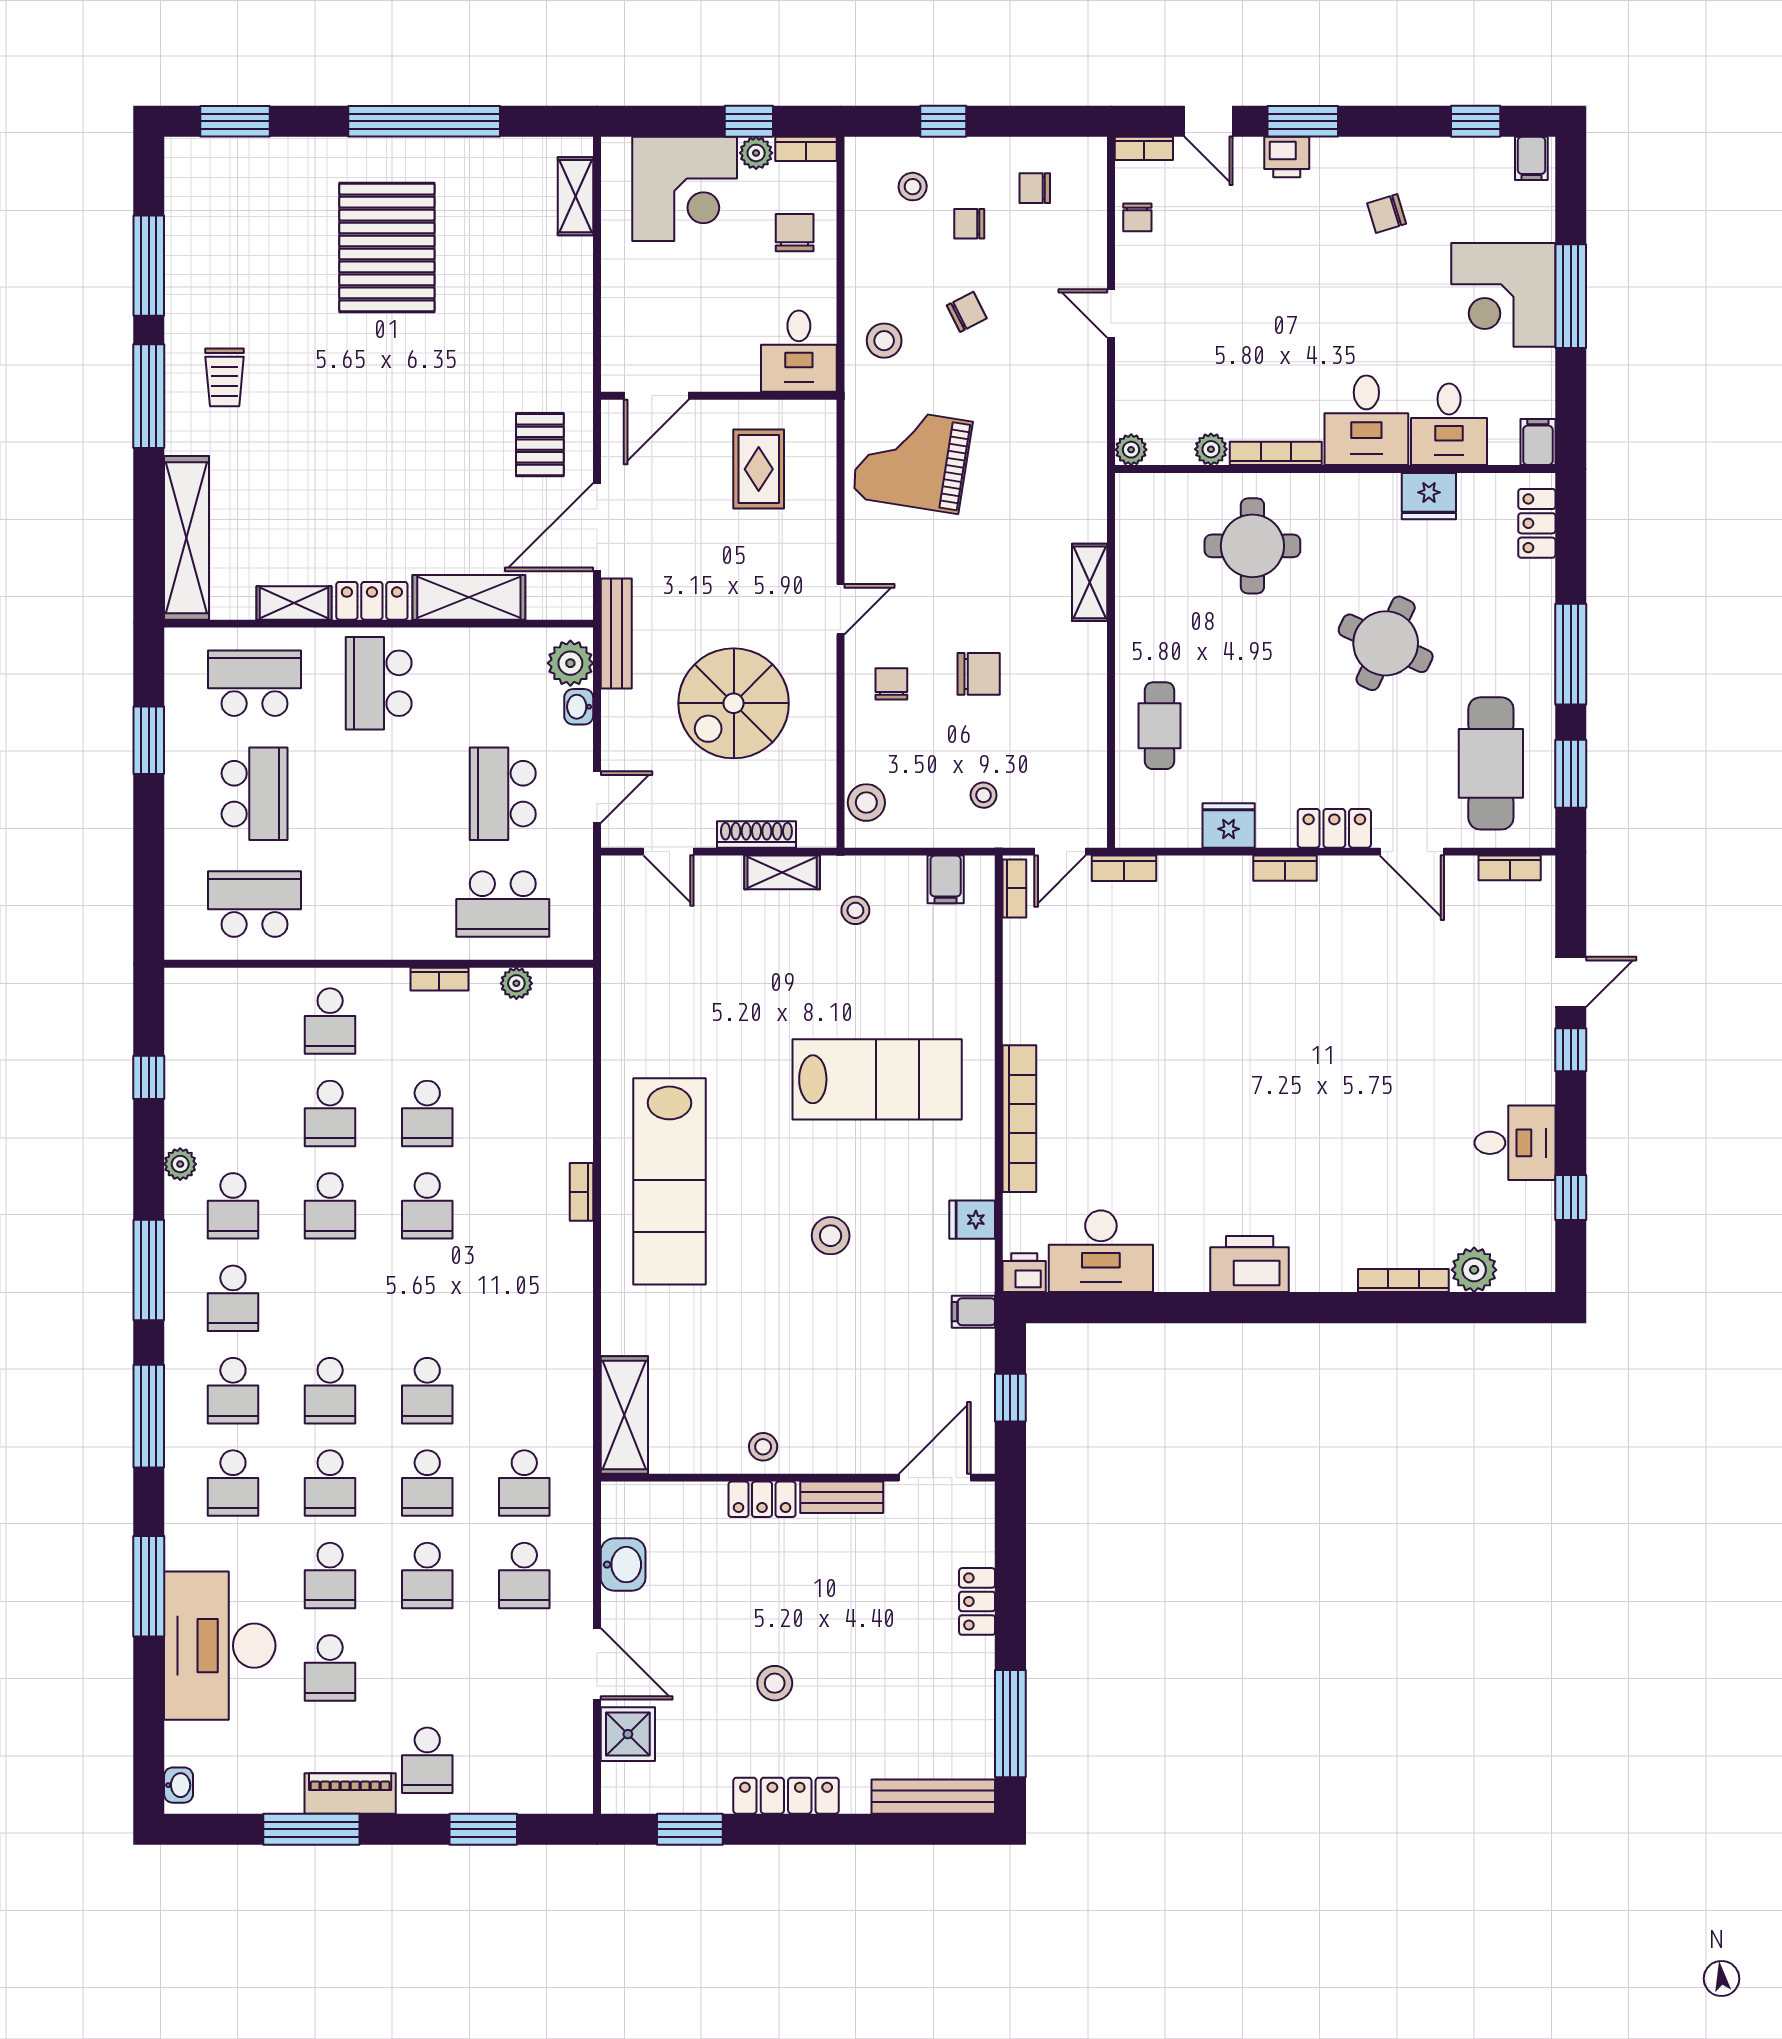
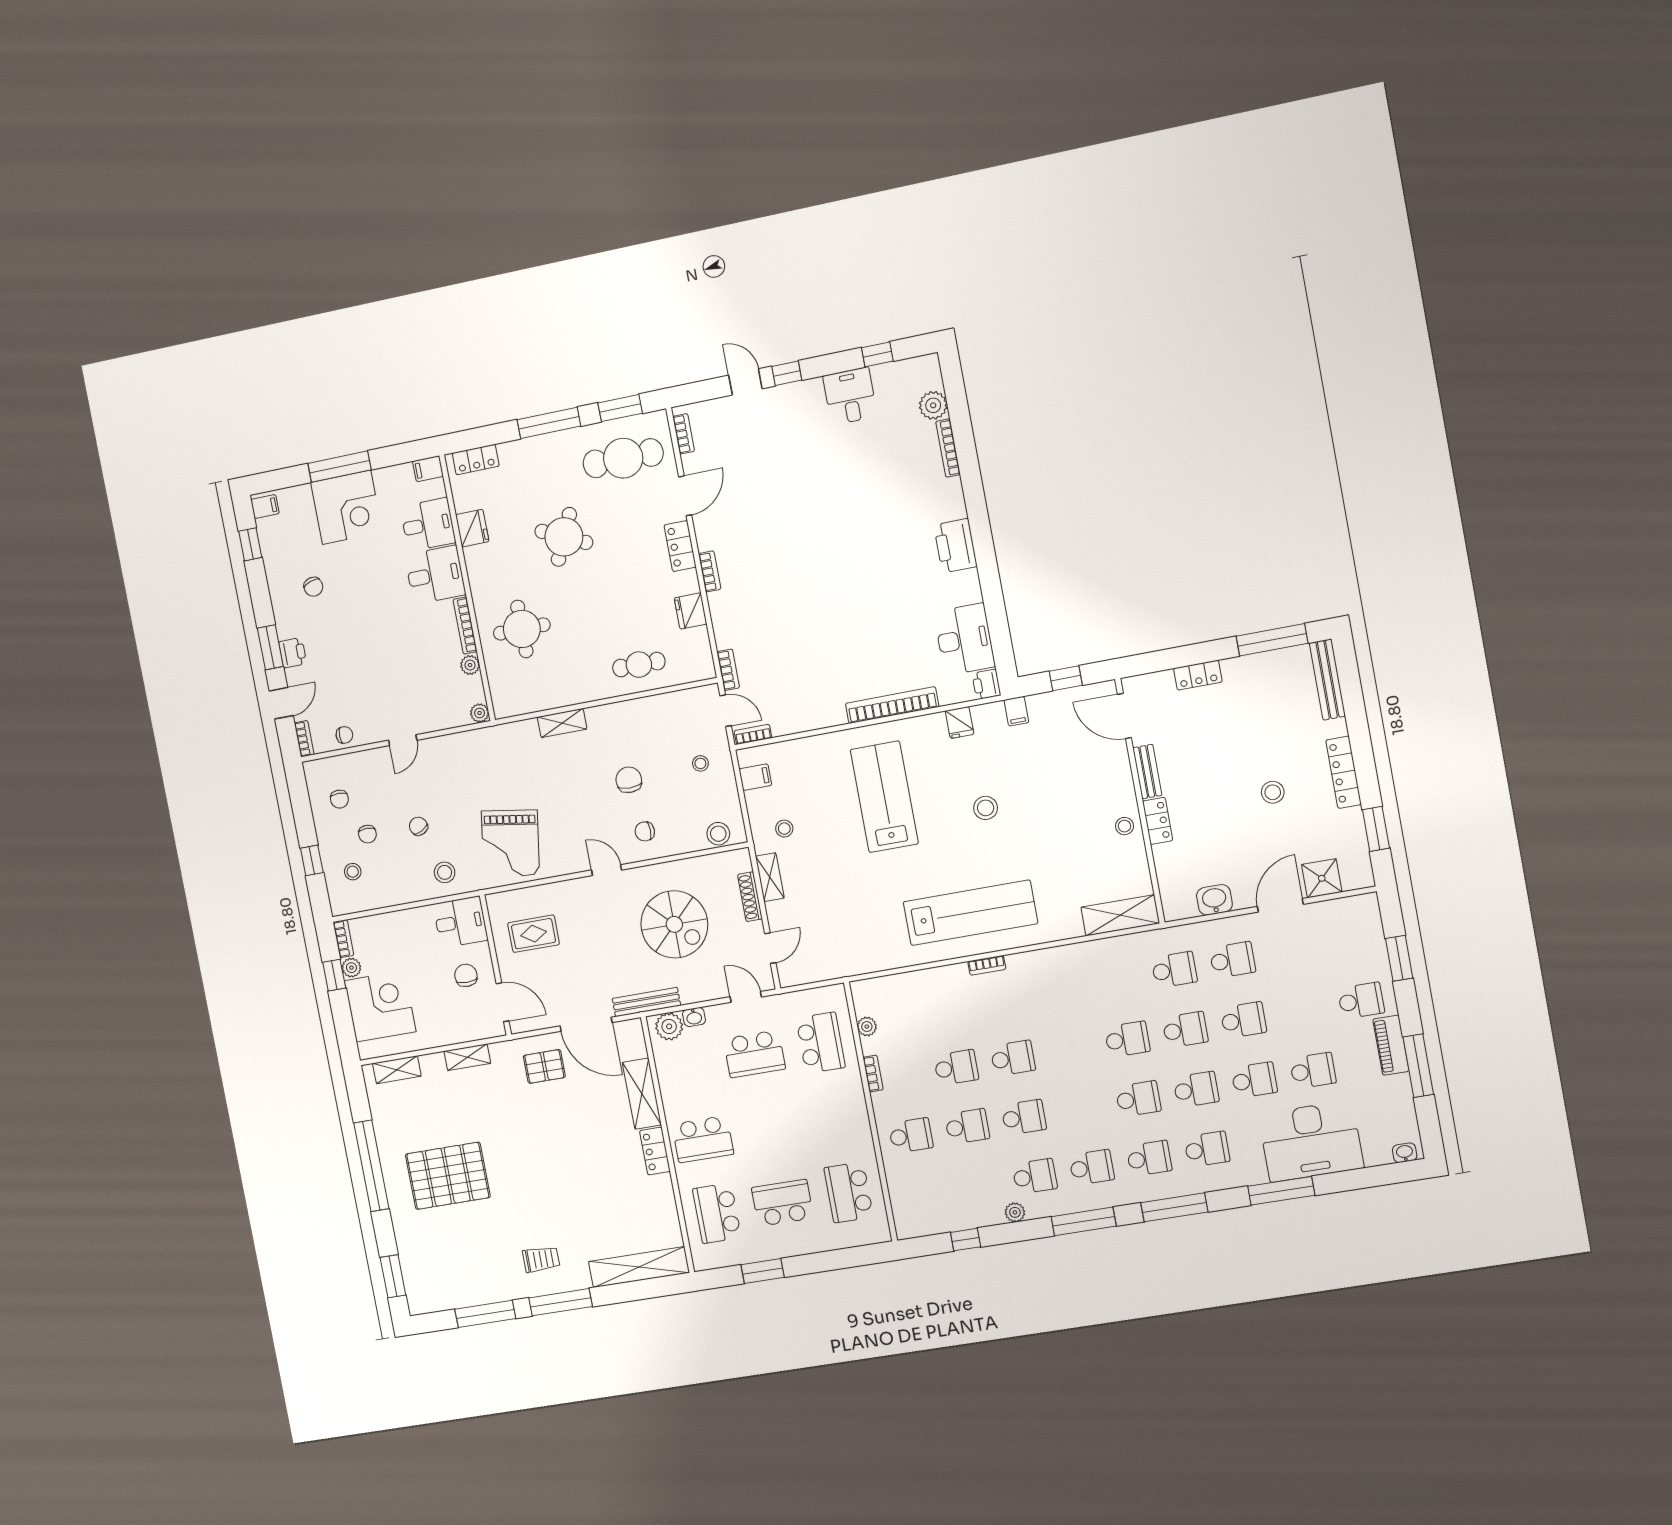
chair: (795, 233) -> (466, 975), moved, turned 90
shelving: (294, 603) -> (467, 1057), moved, turned 90

